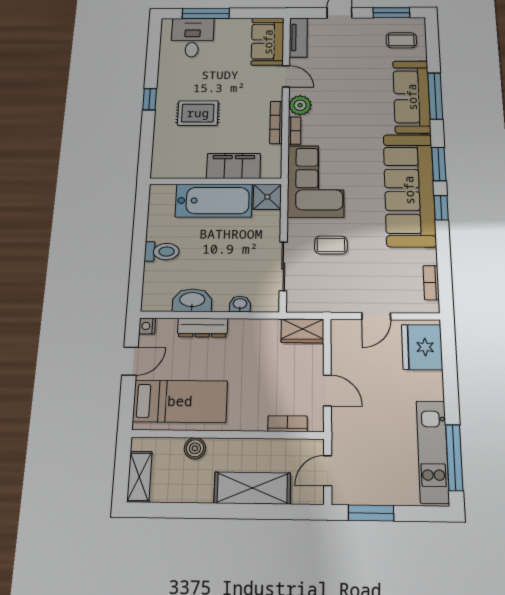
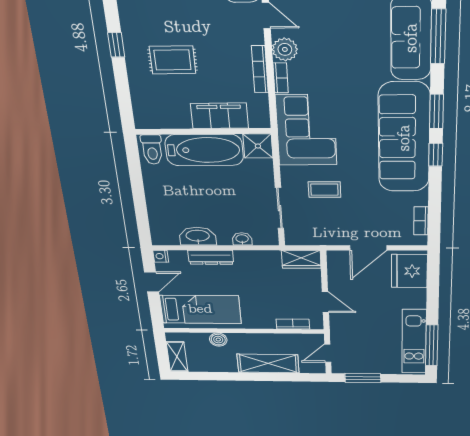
toilet: (162, 252) -> (152, 149), moved, turned 90
door: (376, 316) -> (368, 248), width x1.38

